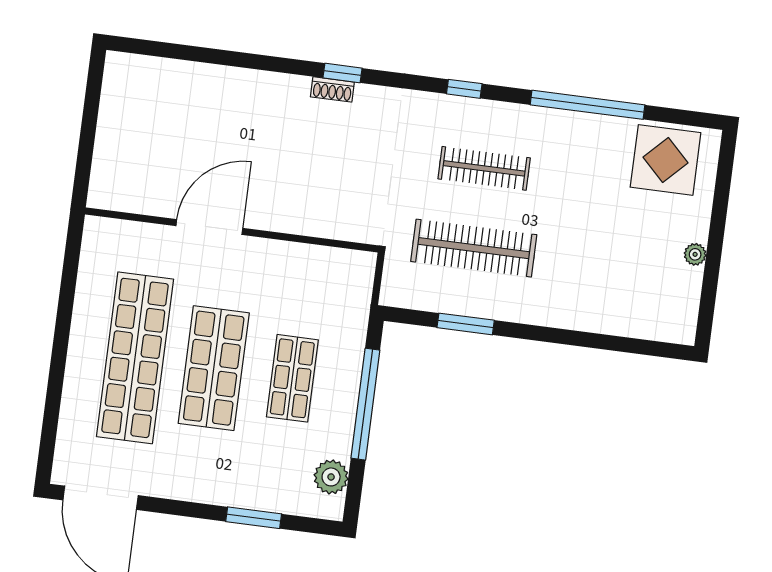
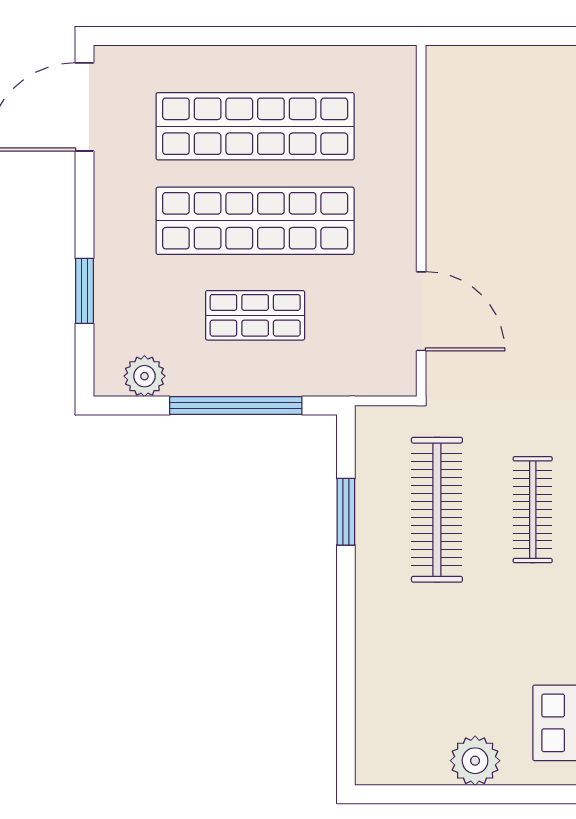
door: (209, 227) -> (421, 311), moved
plant: (695, 254) -> (475, 761), width x1.87, depth x1.87
shop shelf: (214, 368) -> (255, 221), width x1.40

